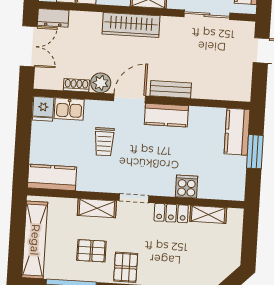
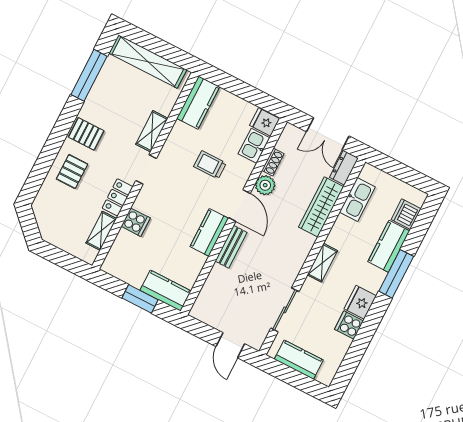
wardrobe: (131, 25) -> (321, 207), moved
pallet: (91, 251) -> (72, 172), moved

